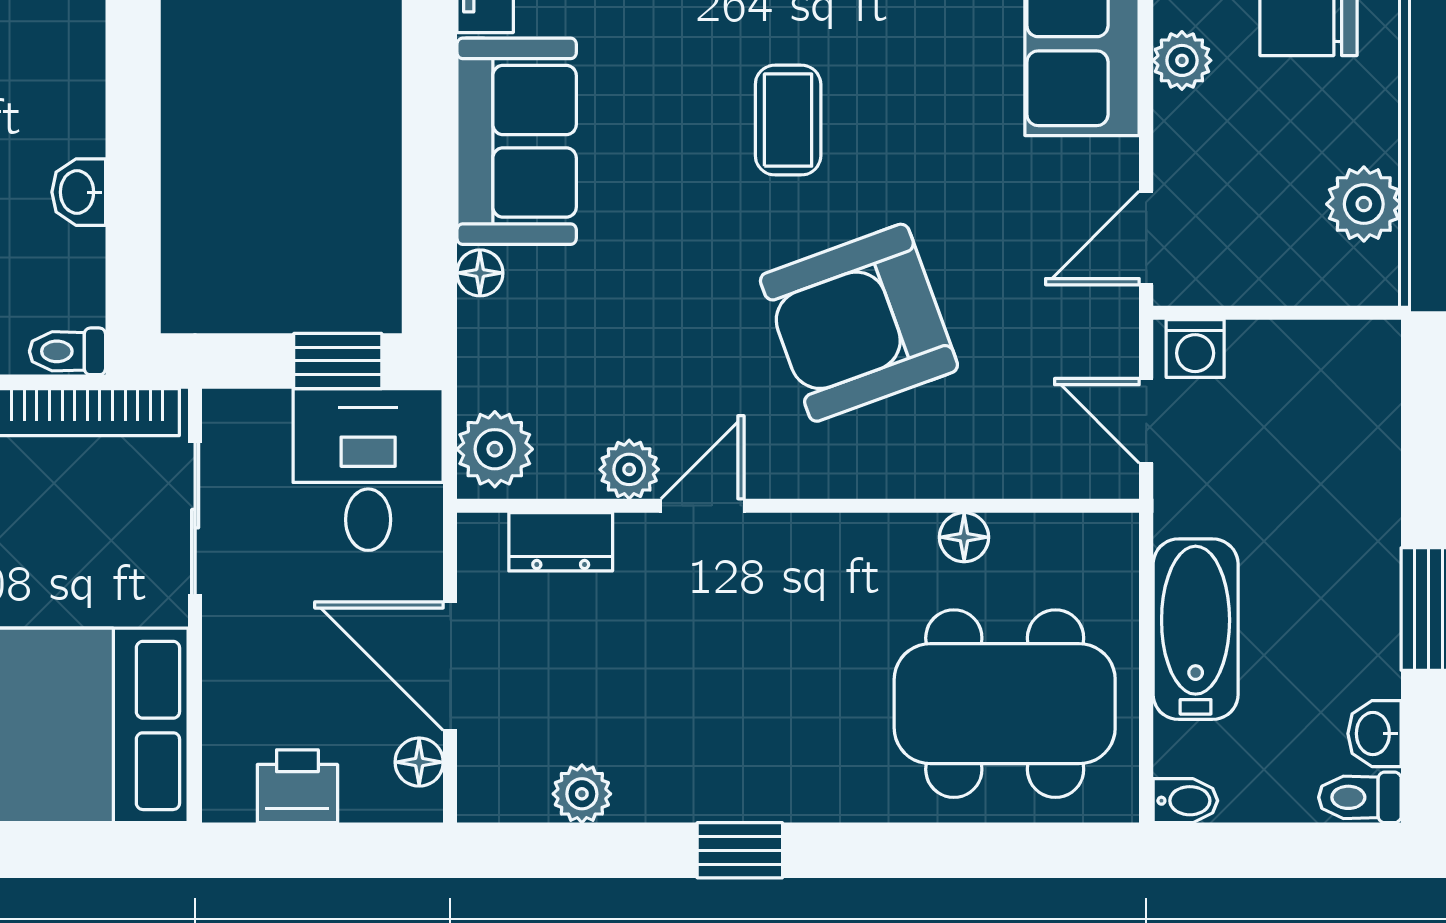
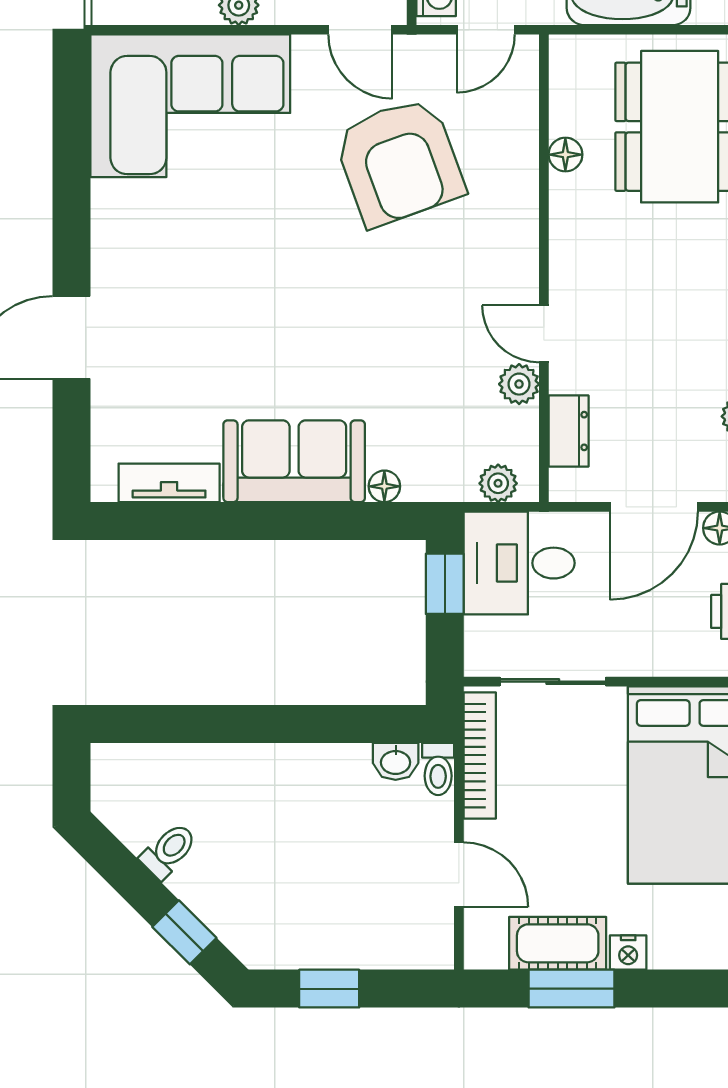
coffee table: (788, 120) -> (280, 275), removed
washbasin: (79, 192) -> (396, 761), moved
armchair: (859, 323) -> (399, 162), moved
plant: (495, 449) -> (498, 483), width x0.73, depth x0.73

